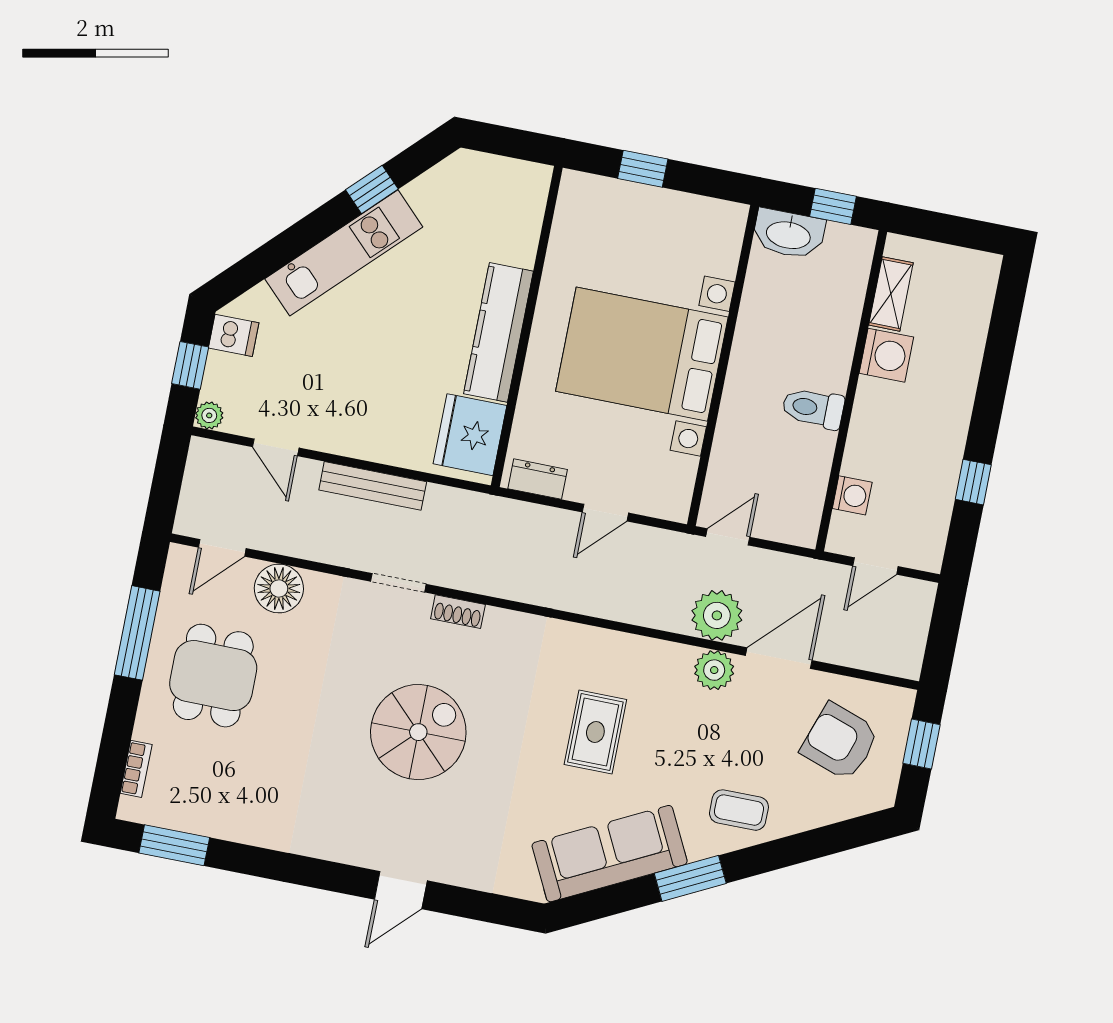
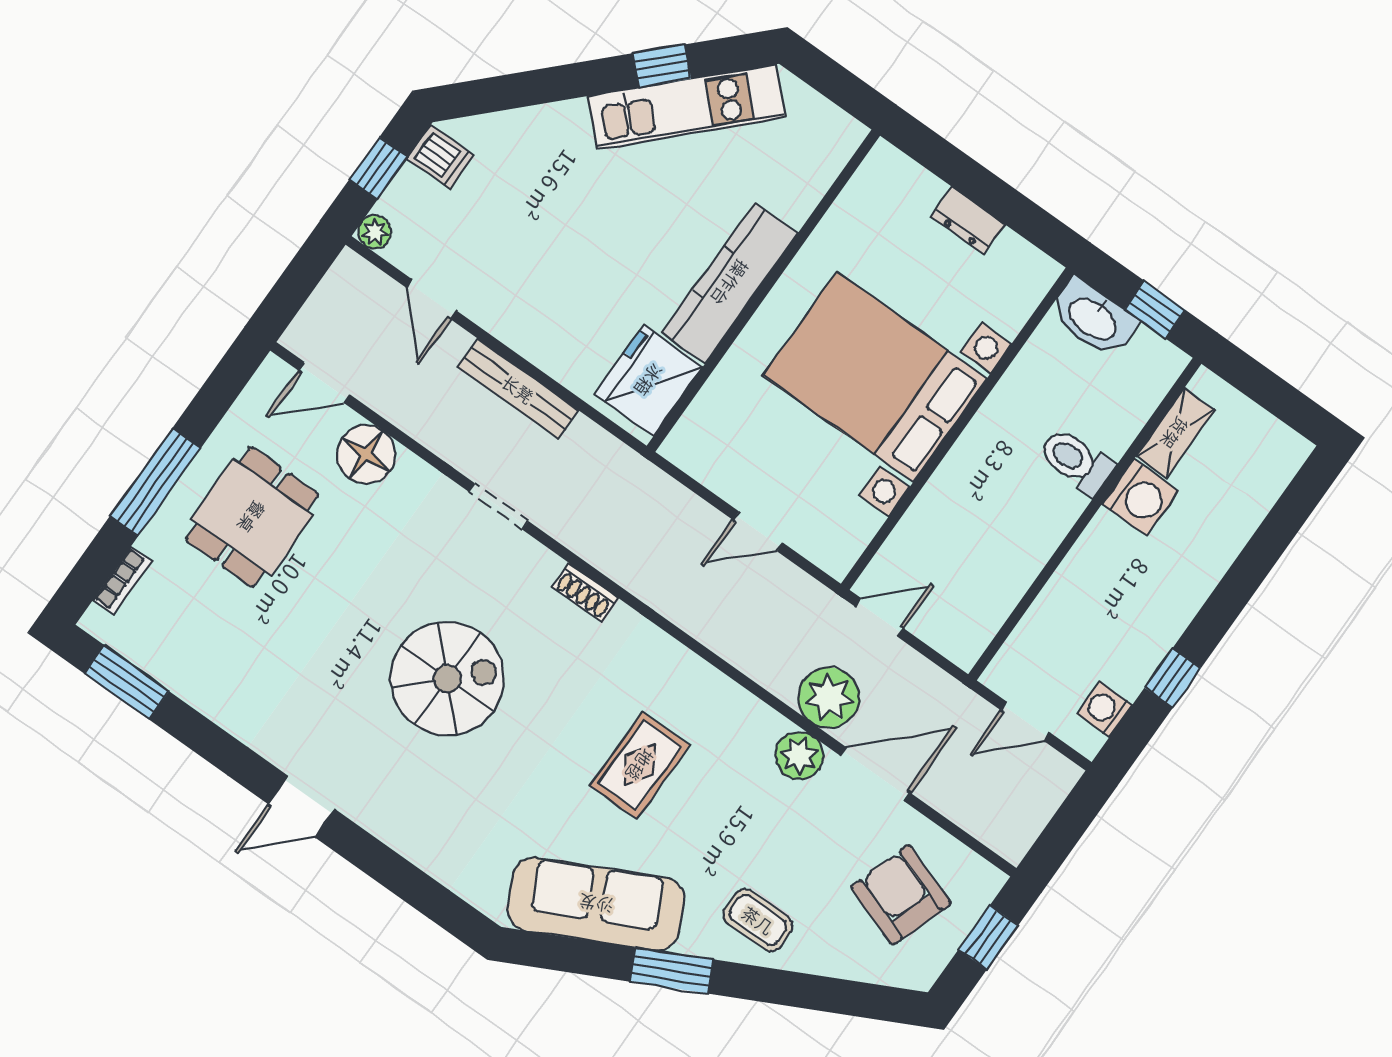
window: (643, 169) -> (967, 176), removed
kitchen unit: (344, 253) -> (686, 107), moved
toilet: (813, 408) -> (1076, 461), moved
dresser: (538, 479) -> (968, 220), moved, turned 180
washing machine: (852, 495) -> (1105, 709), moved, turned 180
shoe rack: (458, 612) -> (585, 592), moved
window: (137, 633) -> (155, 482), moved
door: (401, 890) -> (302, 807), moved

